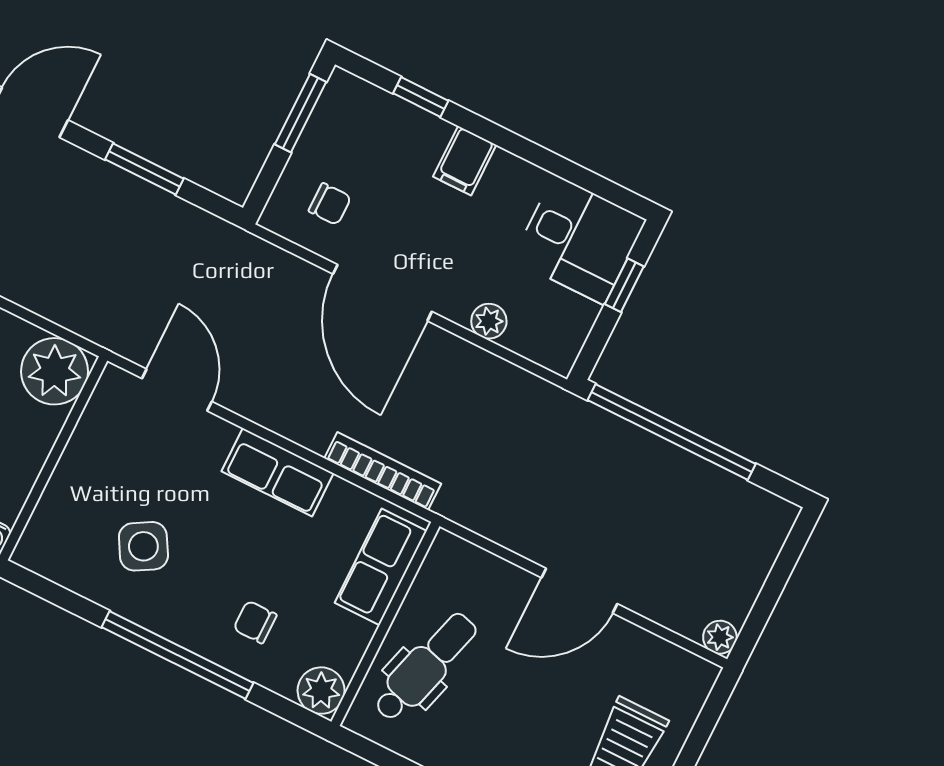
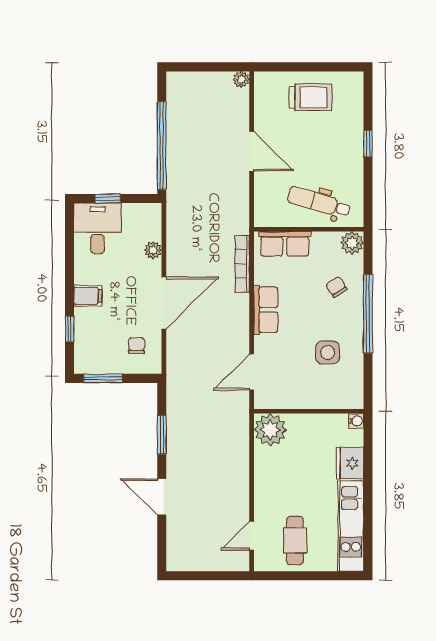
side table: (143, 546) -> (328, 352), turned 30
chair: (255, 622) -> (336, 287), turned 148

